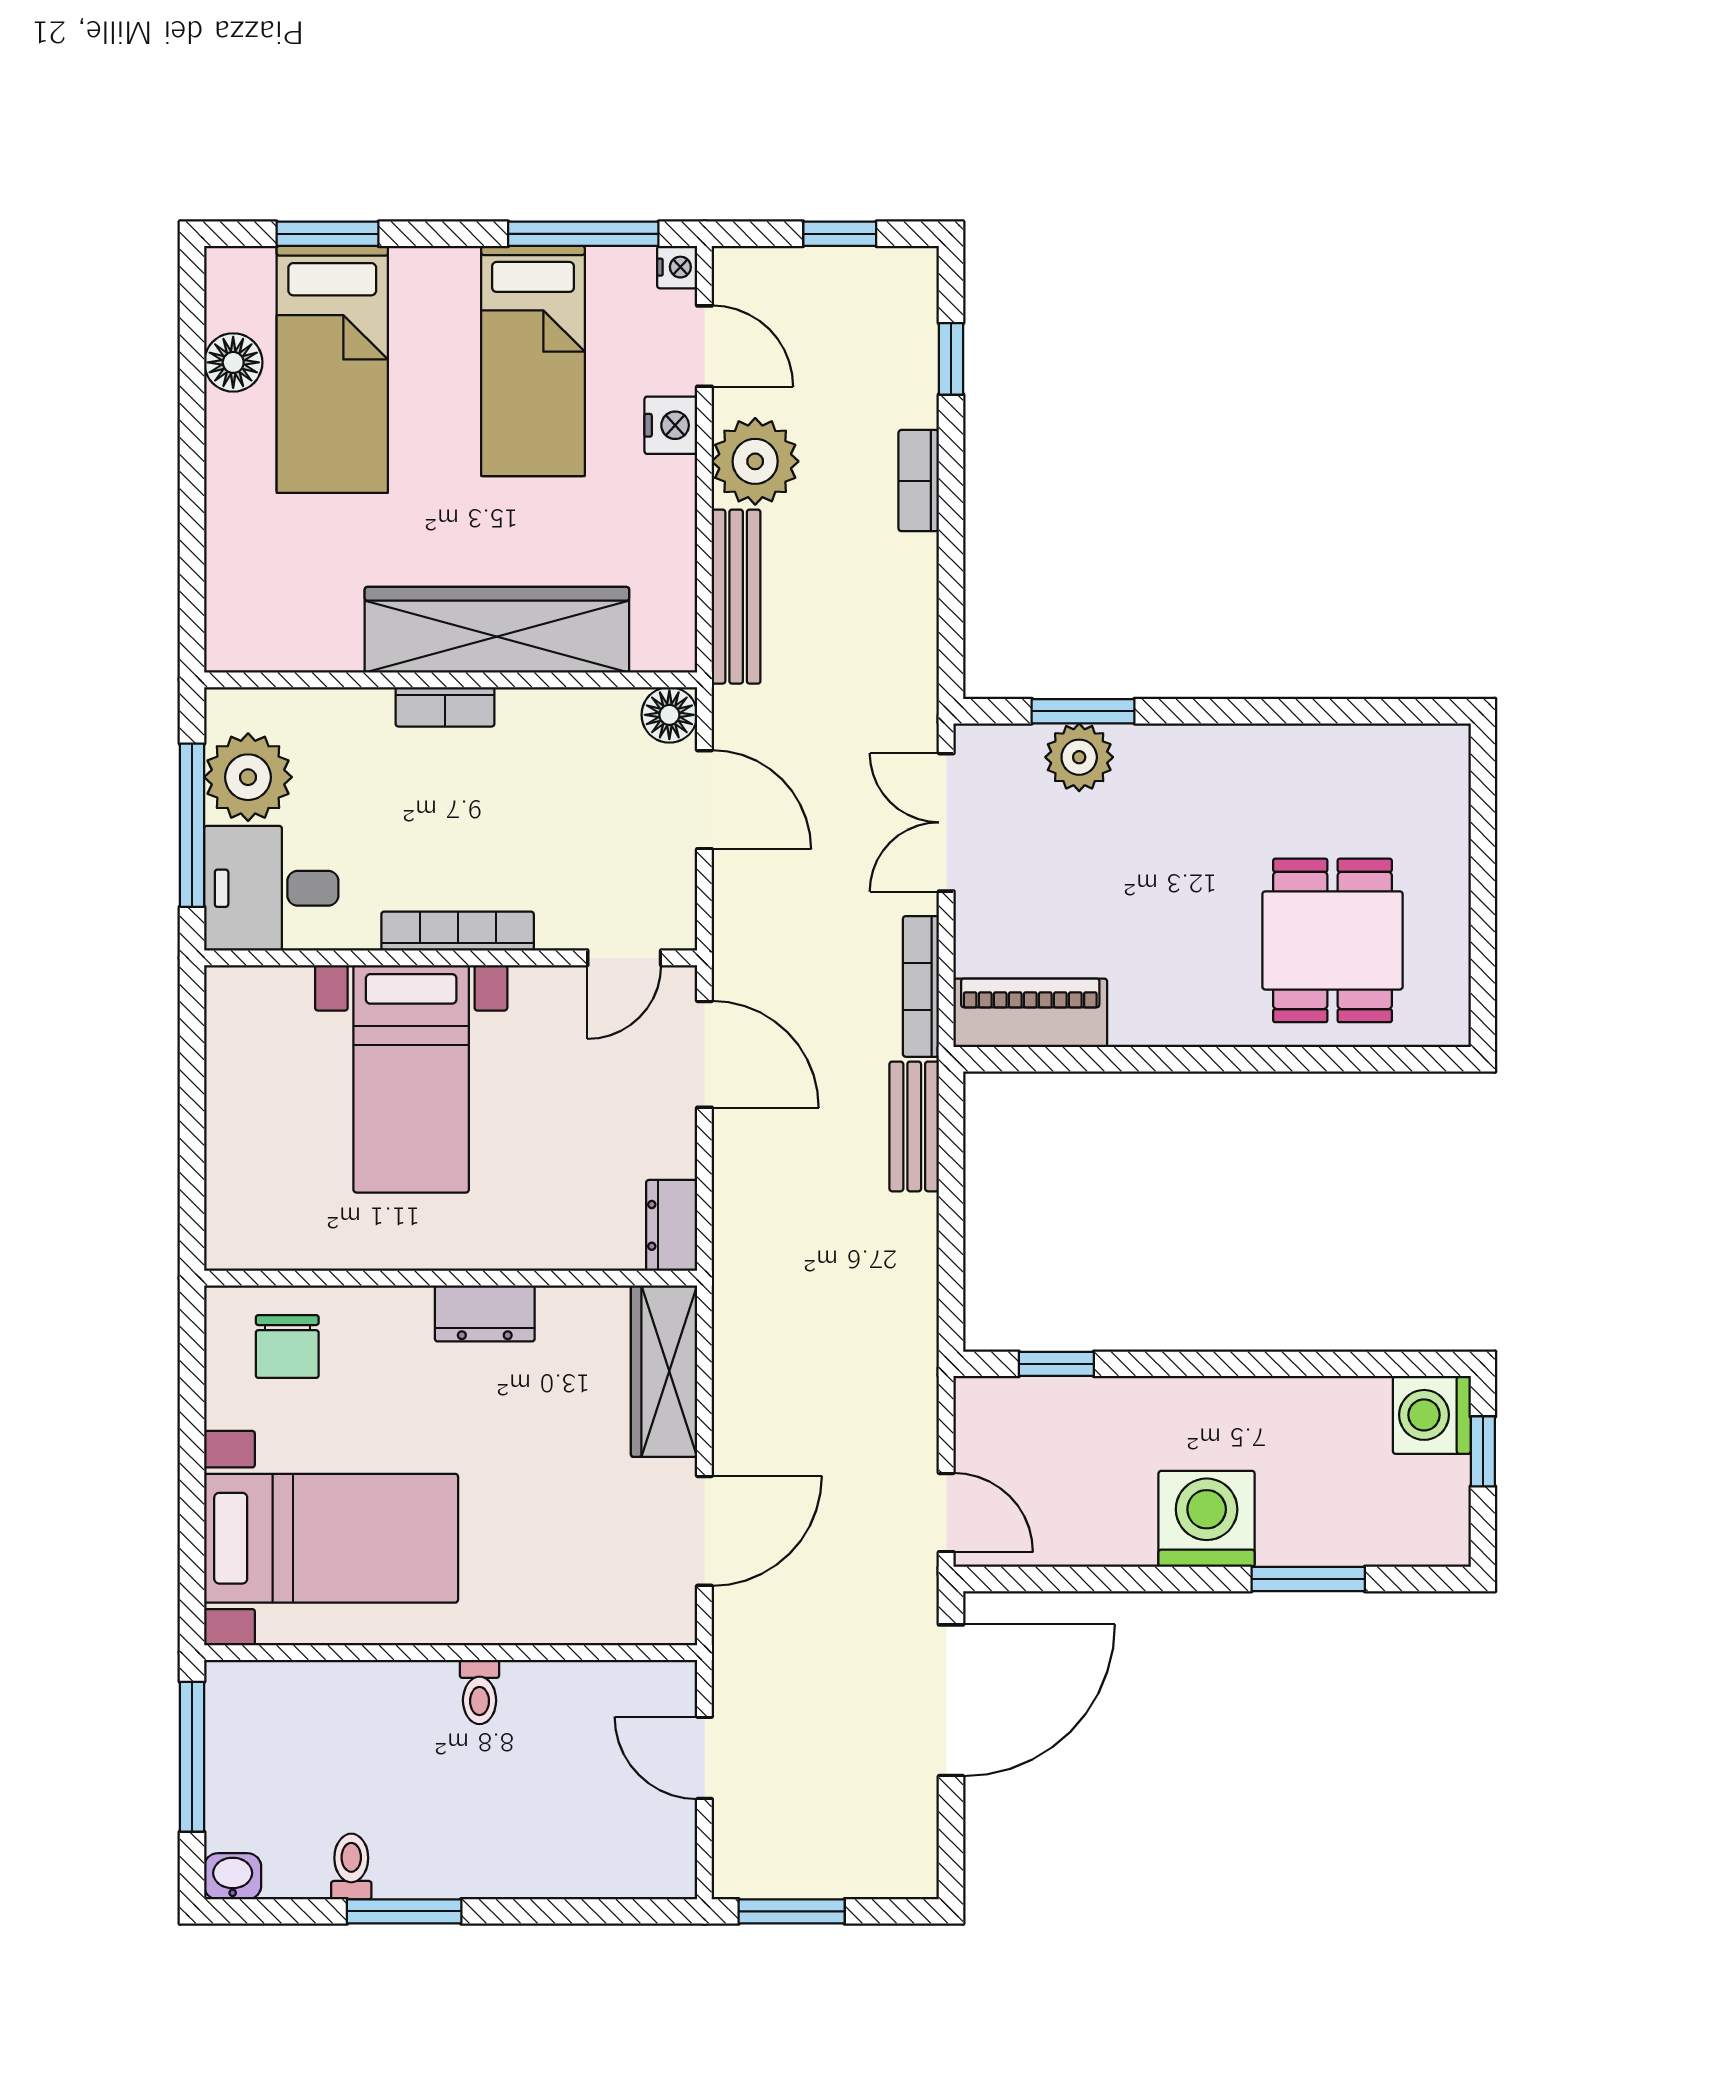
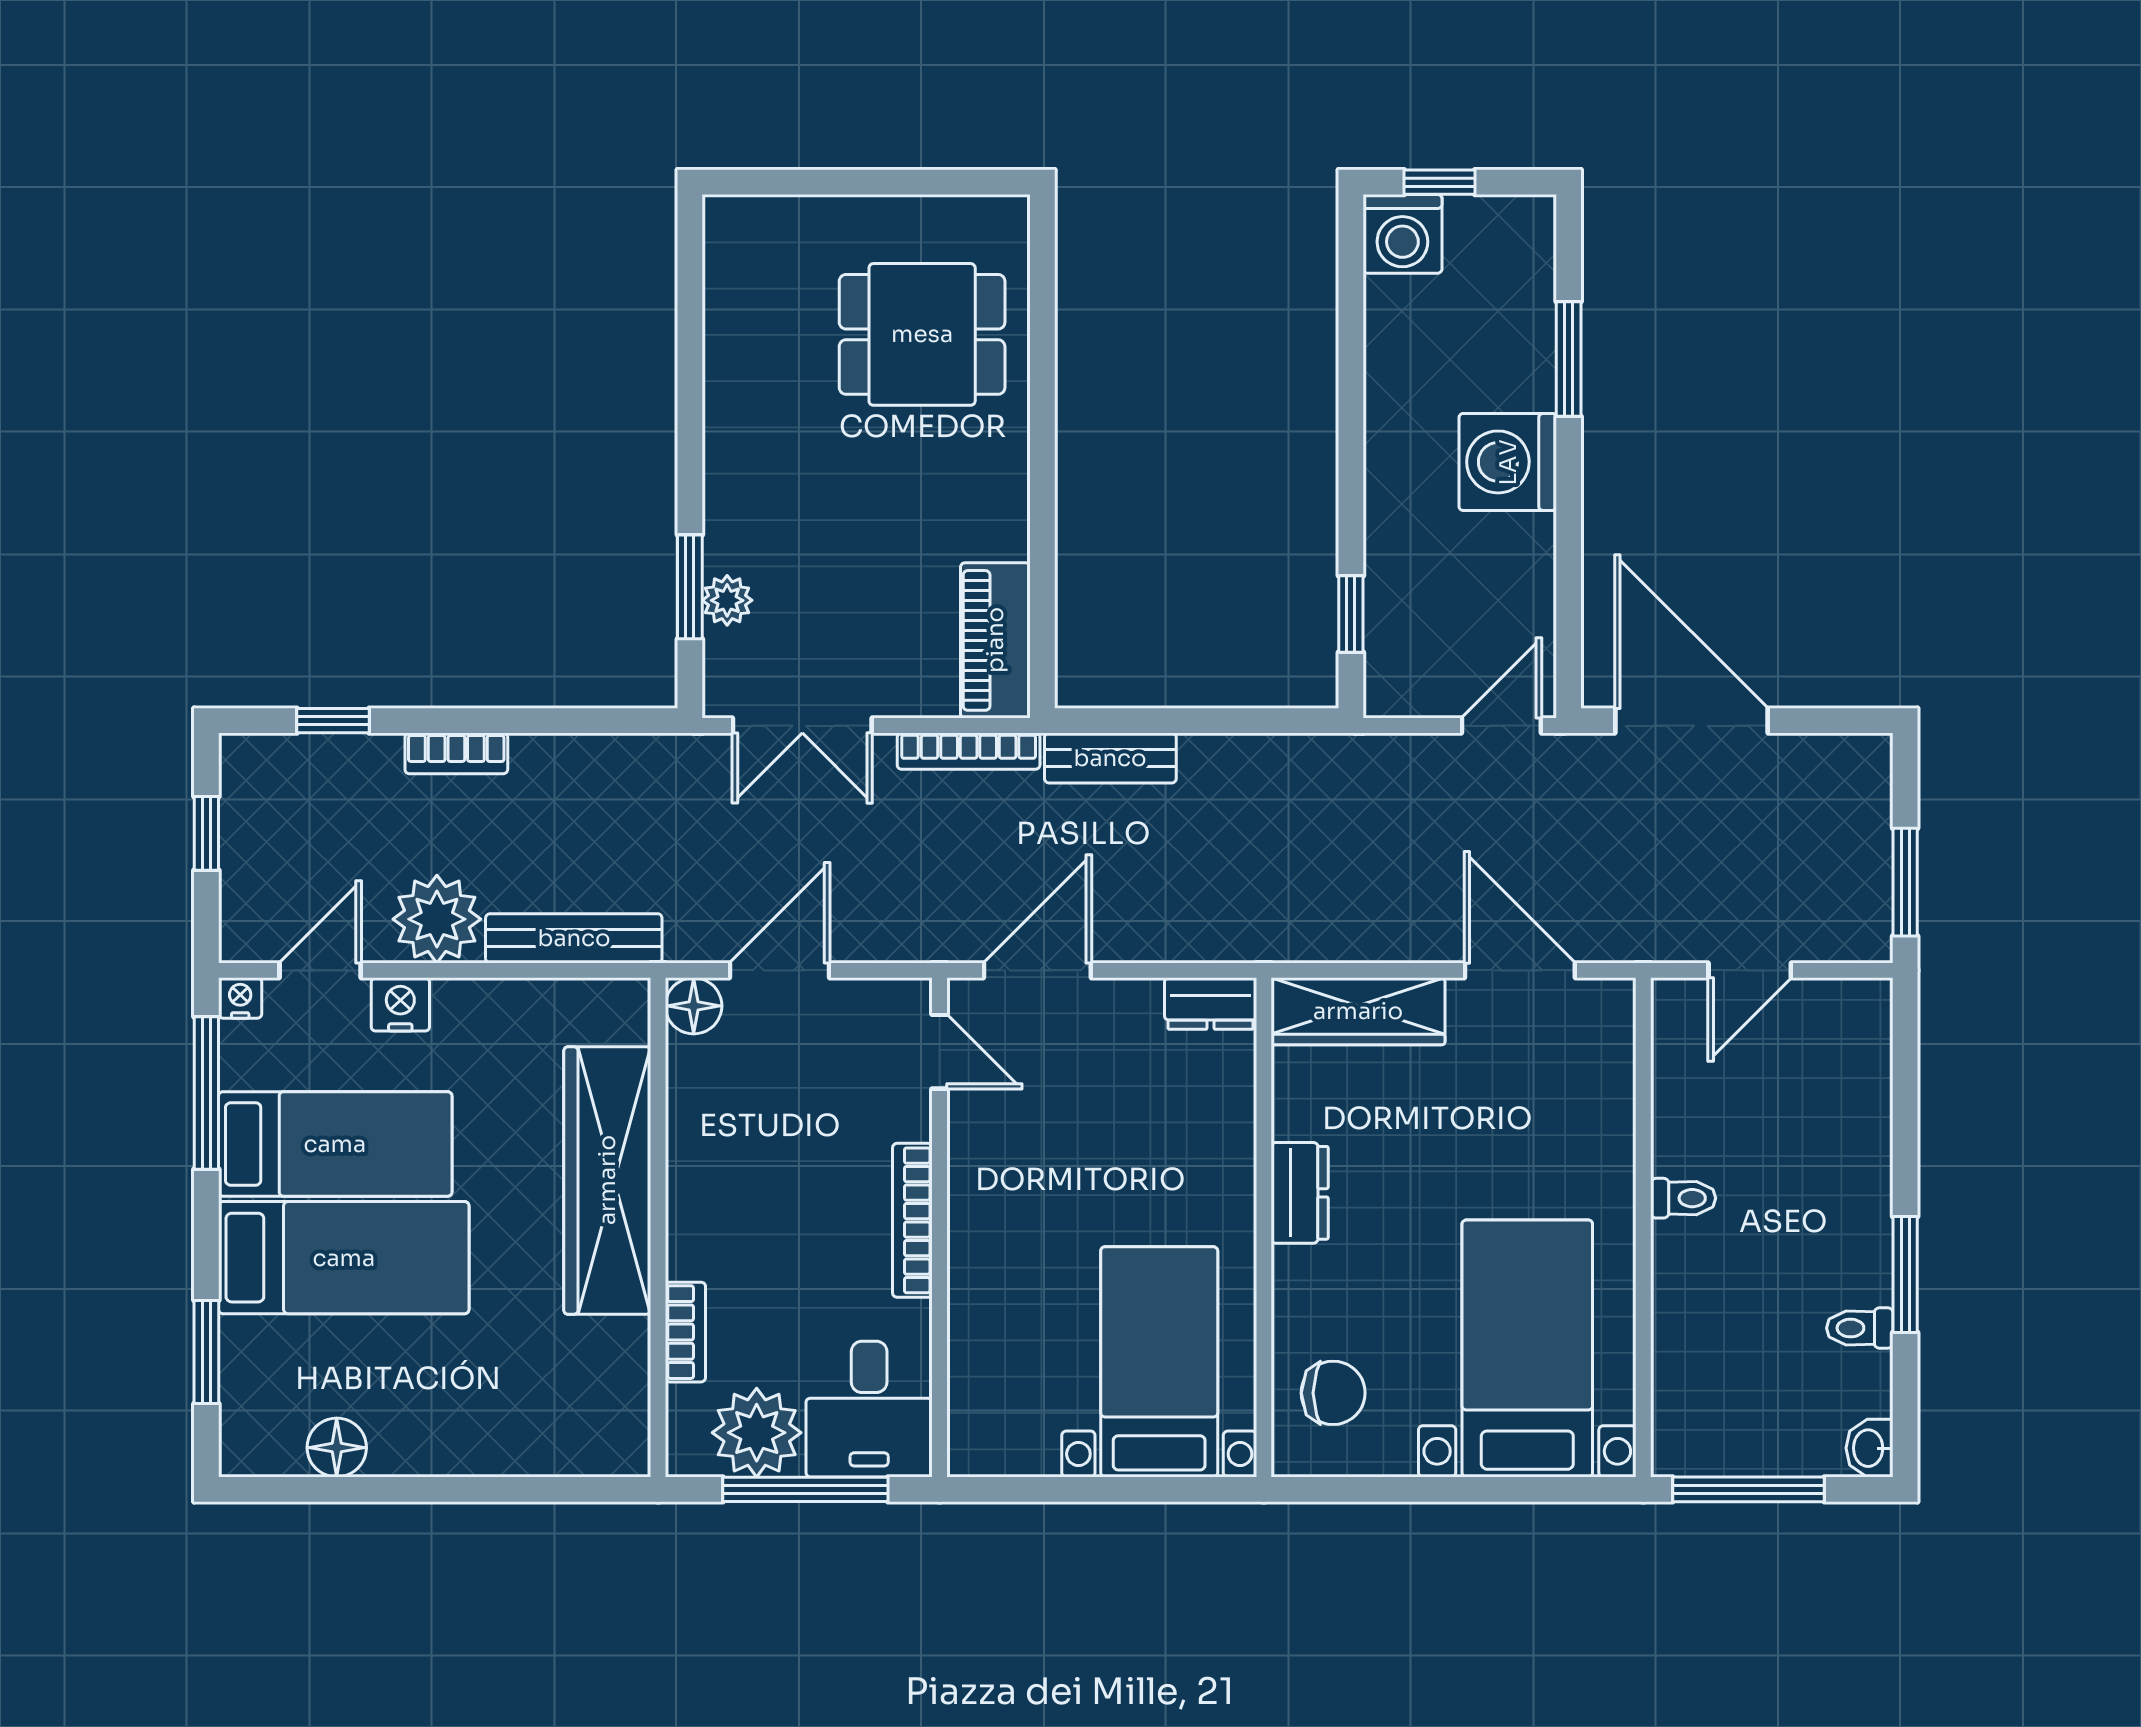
bed: (332, 369) -> (344, 1258), moved
bookcase: (445, 707) -> (685, 1332), moved
plant: (1079, 757) -> (727, 600), width x0.73, depth x0.73
bed with nightstands: (411, 1079) -> (1159, 1362), moved, turned -90

